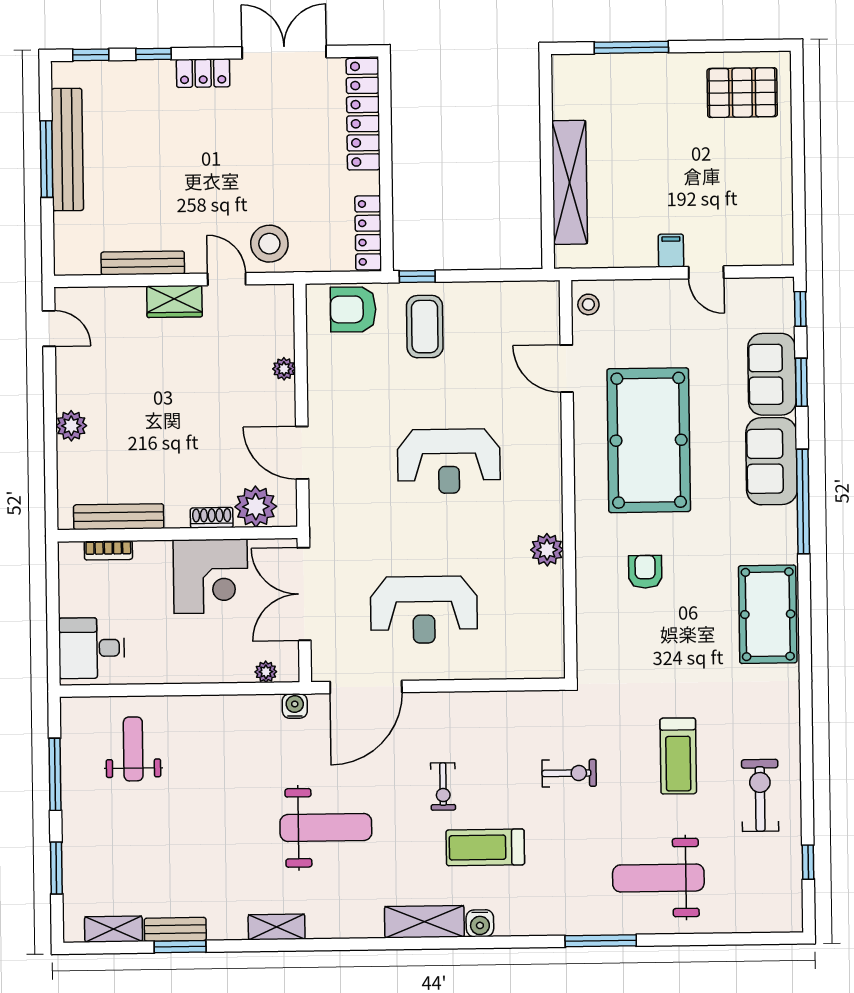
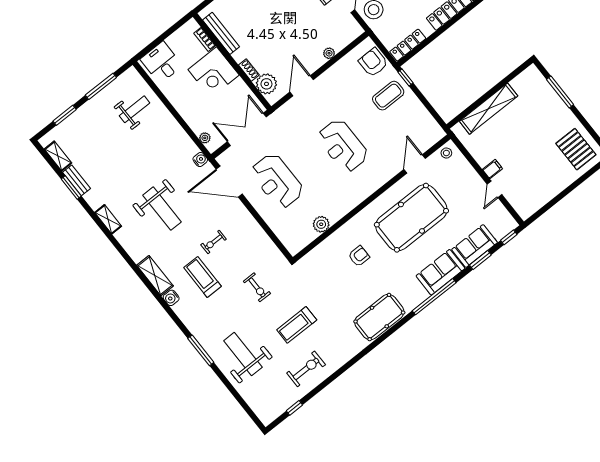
plant: (547, 550) -> (321, 224), moved
corner desk: (211, 576) -> (214, 72), moved

